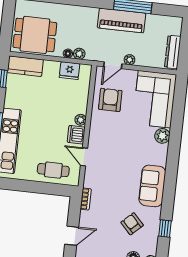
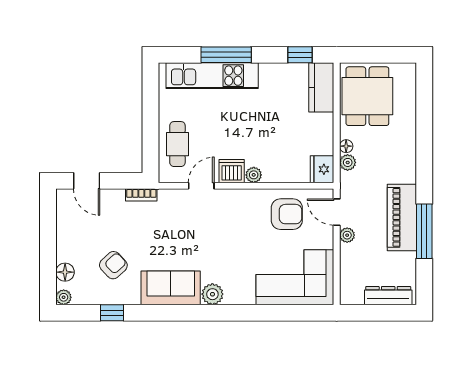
dresser: (173, 52) -> (388, 296), moved
fridge: (70, 71) -> (322, 169), moved
plant: (162, 136) -> (212, 294), moved

